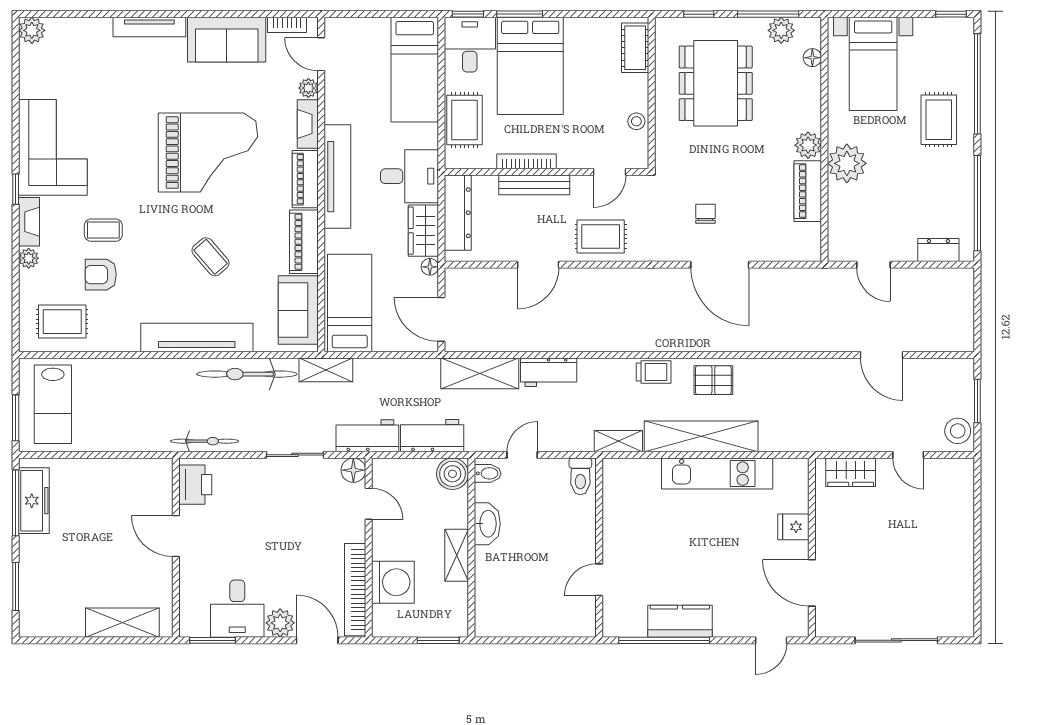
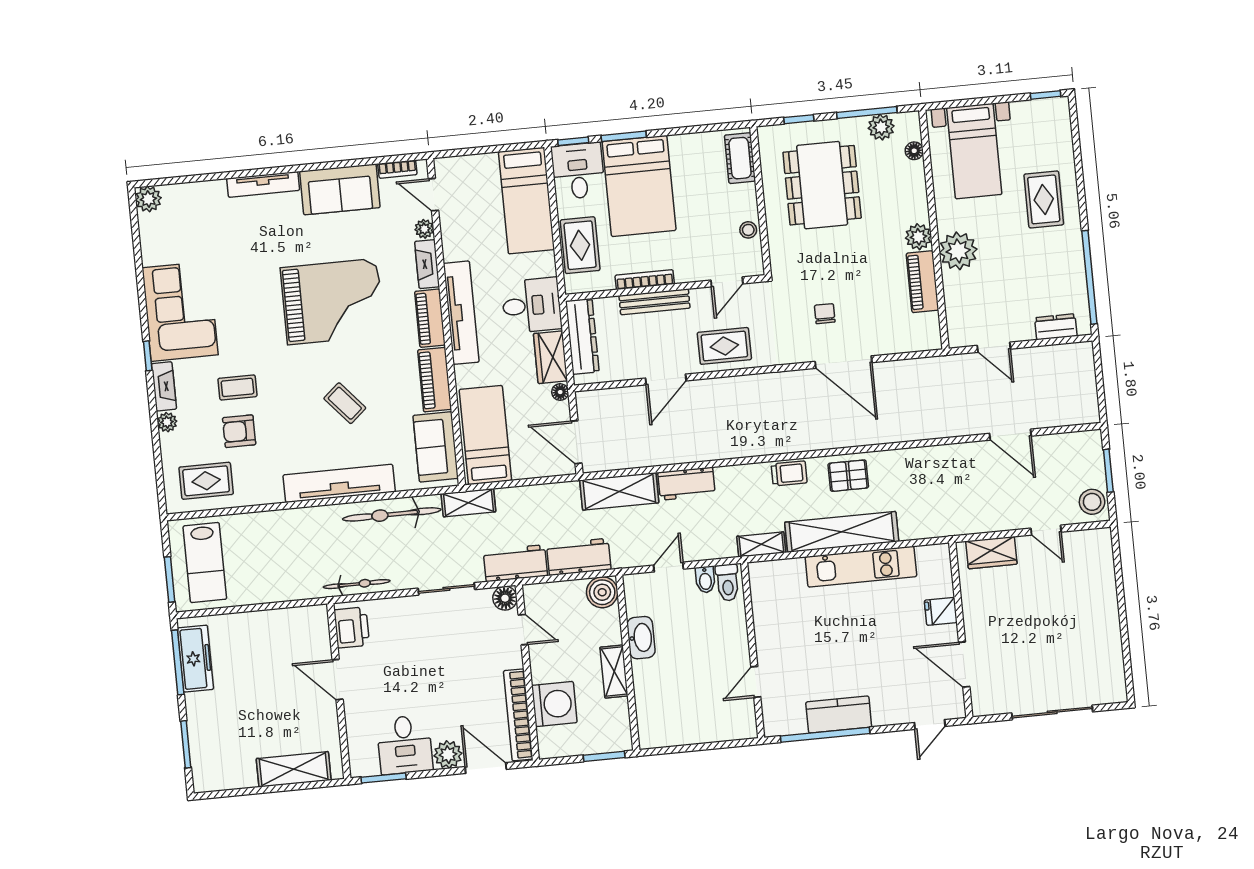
window: (977, 84) -> (1078, 161), removed
bidet: (488, 473) -> (705, 580), moved, turned 90

